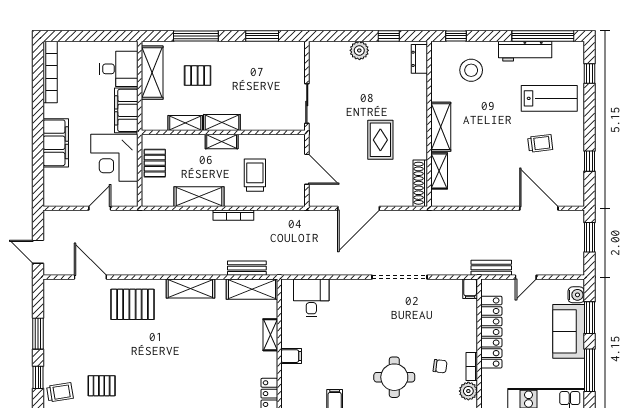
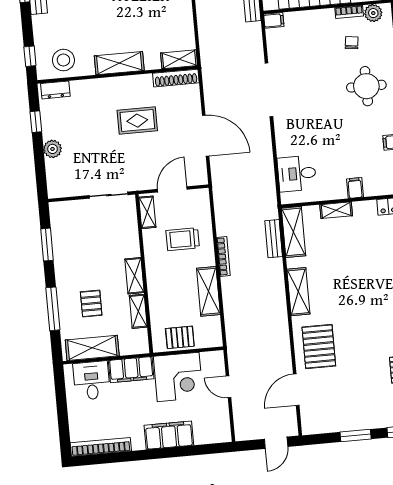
stool: (471, 70) -> (63, 60), moved
shelving: (222, 141) -> (147, 212), moved
shelving: (439, 171) -> (179, 59), moved

